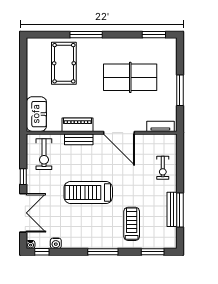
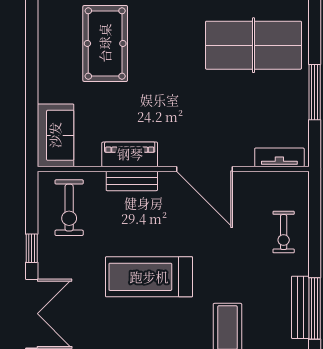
table tennis table: (130, 77) -> (253, 45), moved

